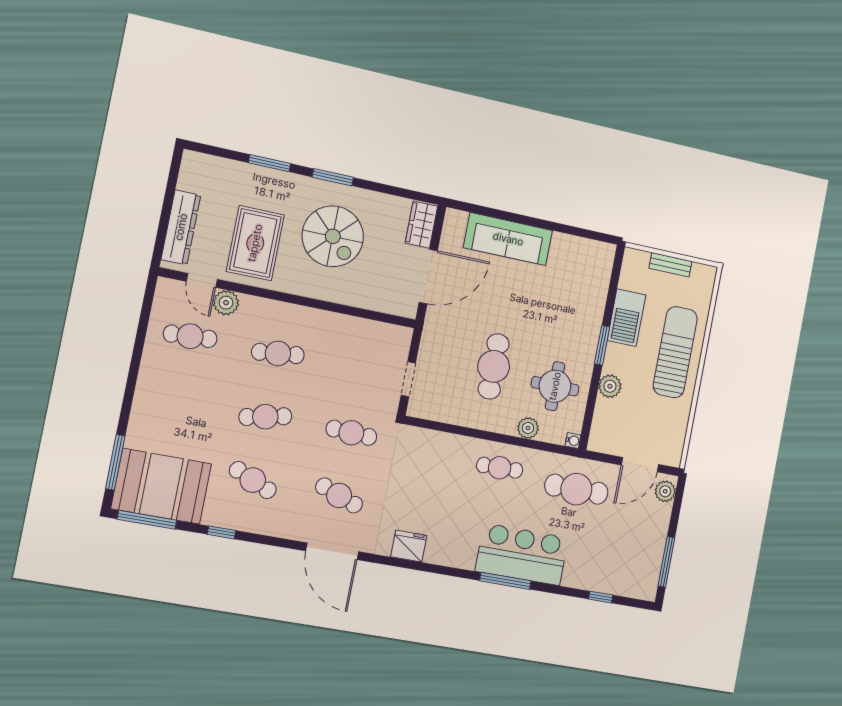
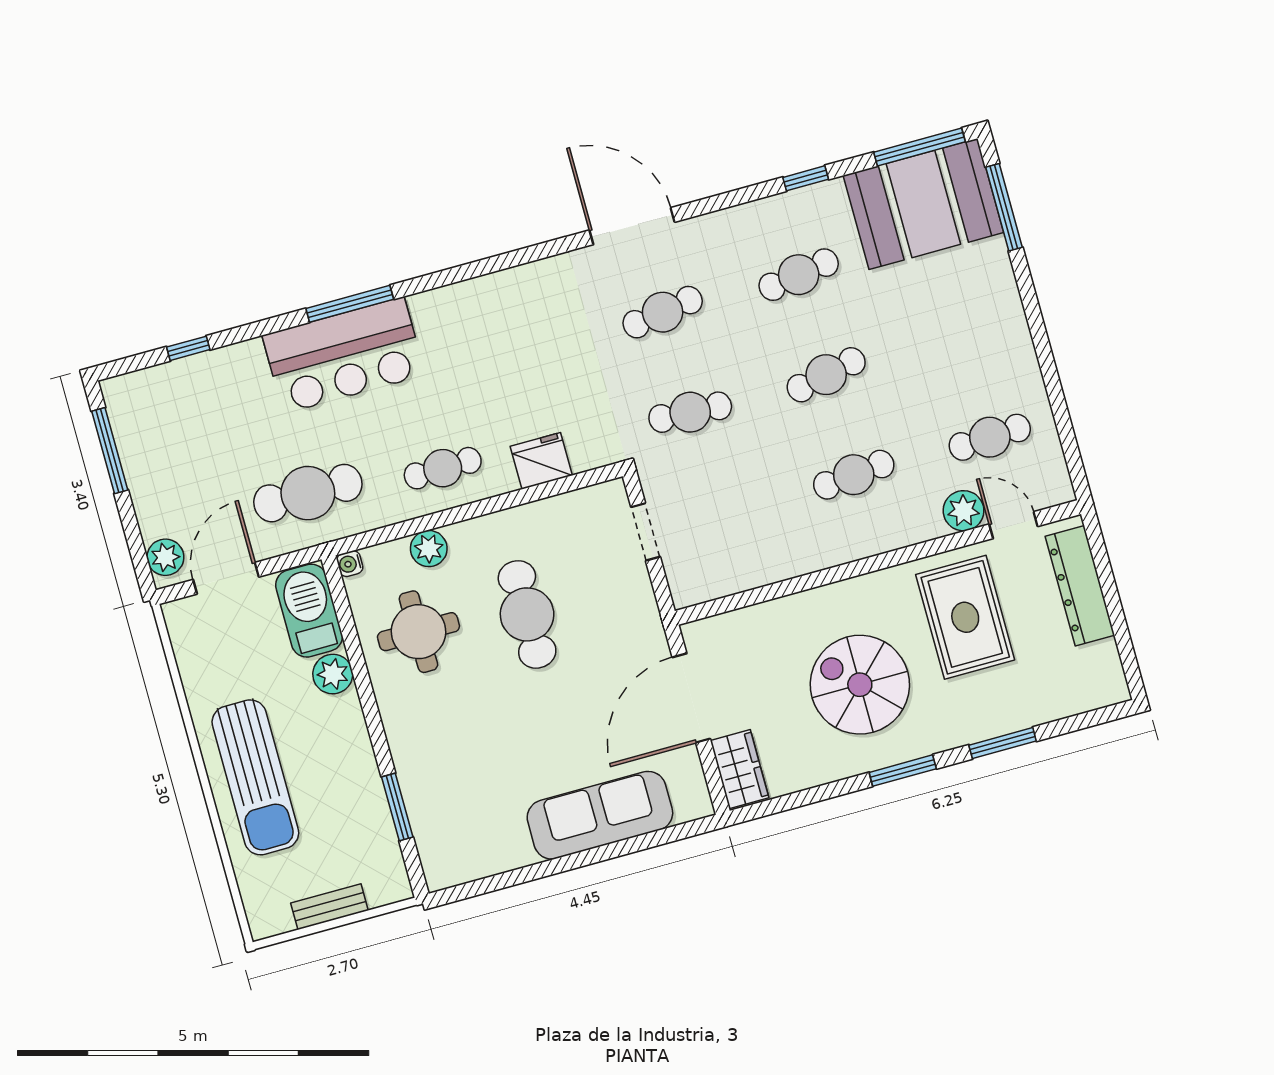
barbecue: (626, 318) -> (309, 611), moved
window: (602, 345) -> (397, 807), moved
cafe table: (253, 480) -> (799, 275), turned -33
cafe table: (339, 495) -> (663, 312), turned -30
fridge: (409, 546) -> (541, 461), moved, turned 180

